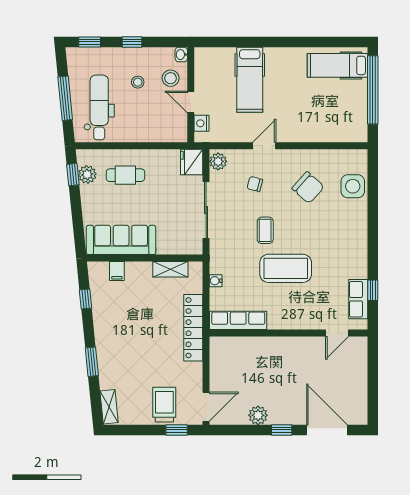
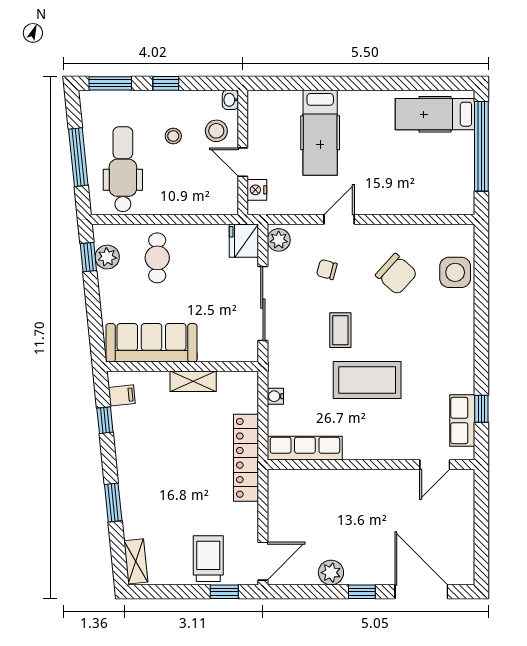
window: (90, 42) -> (110, 83), width x1.50
cafe table: (125, 175) -> (157, 258), turned 90
shelving: (170, 269) -> (193, 381), moved
filing cabinet: (117, 271) -> (122, 395), moved, turned -96

